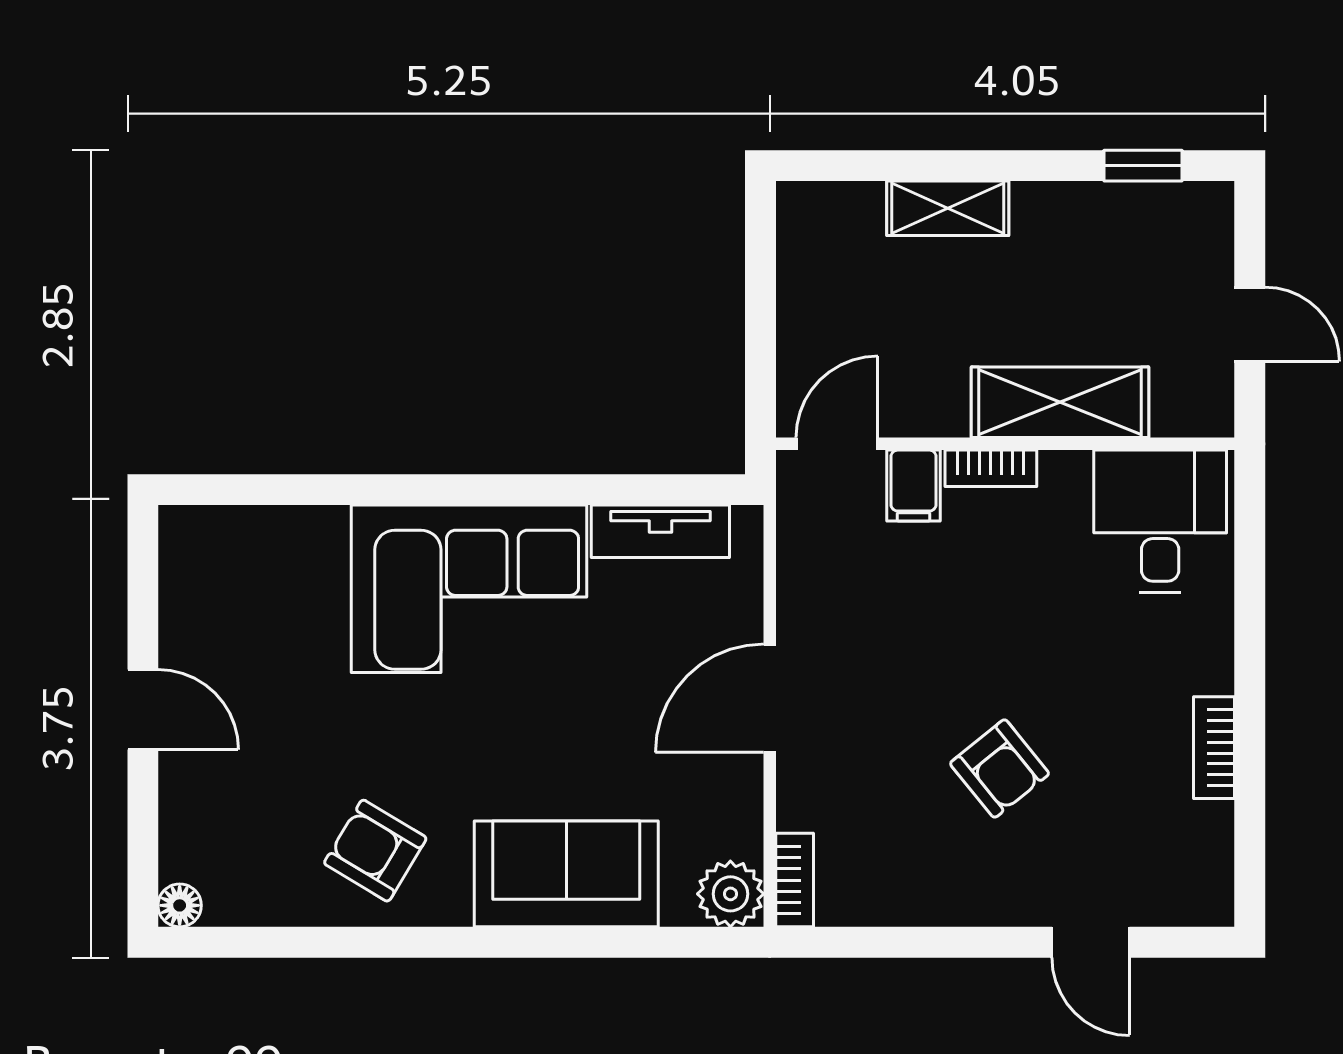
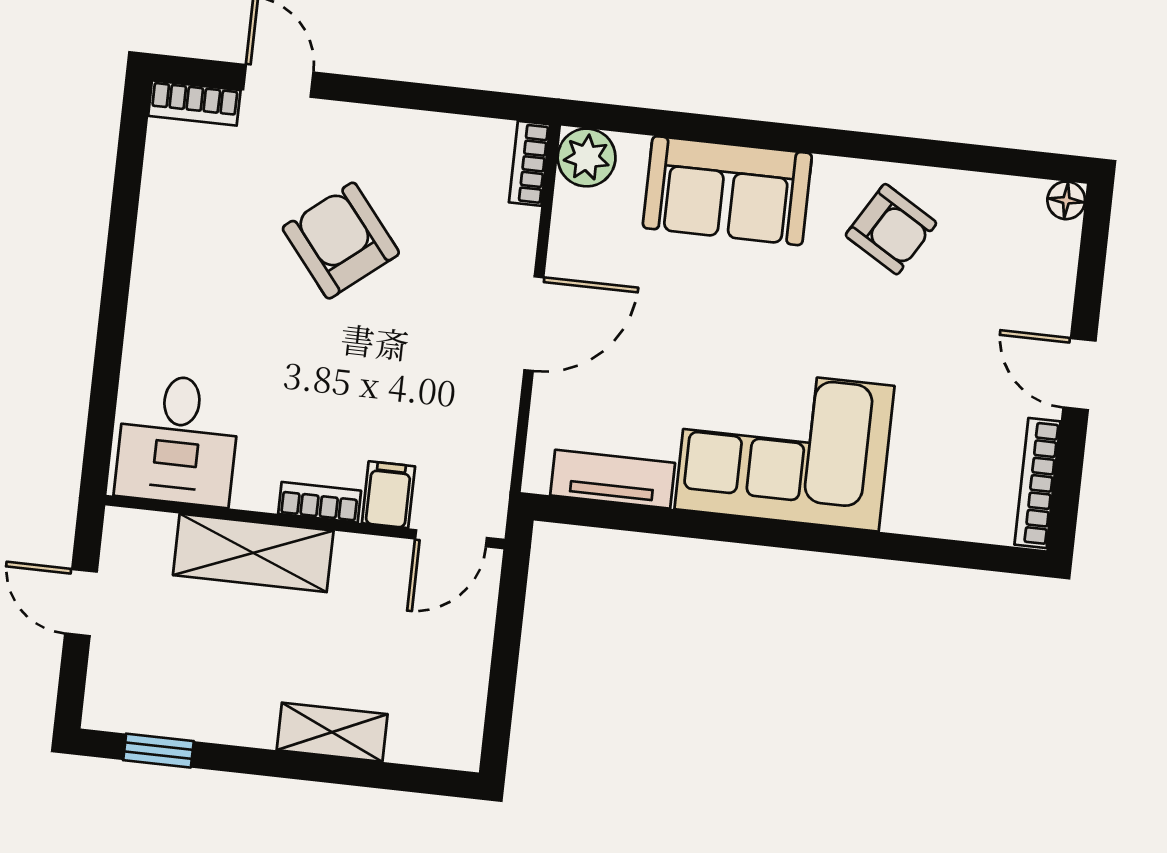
bookcase: (177, 580) -> (1038, 483), added
bookcase: (1214, 748) -> (194, 103), moved, turned 90
armchair: (1000, 769) -> (341, 241), width x1.38, depth x1.38

